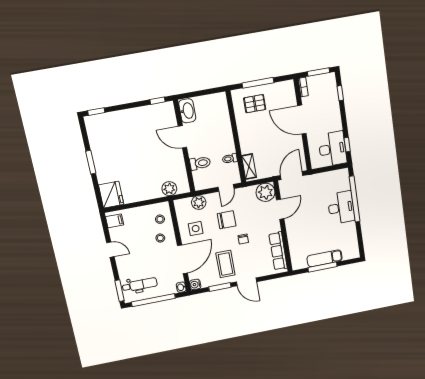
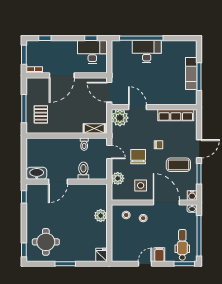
round table: (111, 135) -> (46, 242), added
plant: (169, 189) -> (101, 216), moved
fridge: (111, 195) -> (101, 255), width x0.53, depth x0.75
filing cabinet: (115, 221) -> (159, 255), moved

